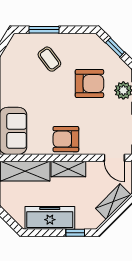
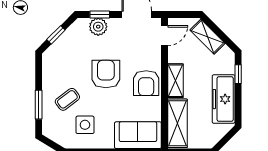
side table: (24, 77) -> (85, 125), added
armchair: (89, 83) -> (106, 74), moved

